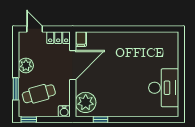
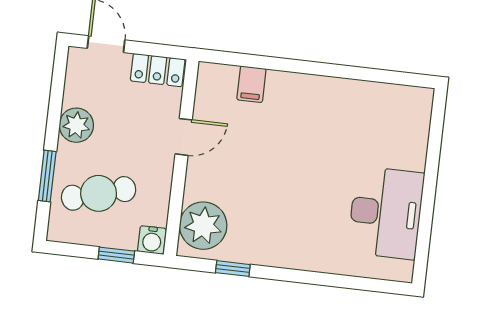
filing cabinet: (81, 39) -> (251, 84), moved
door: (73, 65) -> (184, 137), width x0.53
window: (29, 119) -> (116, 255), moved

